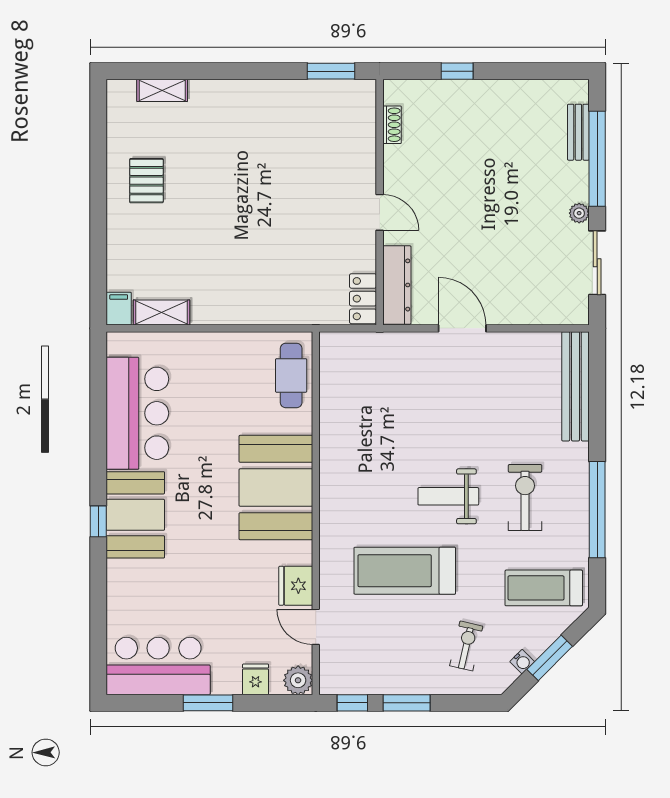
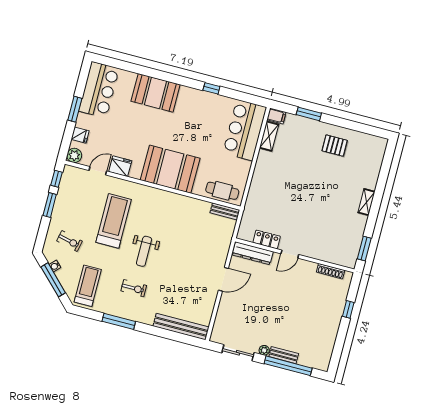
shelving: (162, 90) -> (366, 202), moved
shoe rack: (392, 125) -> (331, 271), width x1.43
bench: (578, 132) -> (284, 355), moved
window: (98, 247) -> (309, 114), added
locker: (363, 299) -> (267, 239), moved
bench: (330, 360) -> (225, 211), added
bar counter: (137, 413) -> (245, 130), moved, turned 90
weight bench: (448, 496) -> (144, 251), turned 180
exercise bike: (525, 497) -> (134, 288), width x0.73, depth x0.72
window: (597, 510) -> (119, 321), width x0.68
booth: (135, 515) -> (156, 93), moved
window: (98, 521) -> (211, 88), moved
window: (550, 658) -> (53, 280), width x1.44

